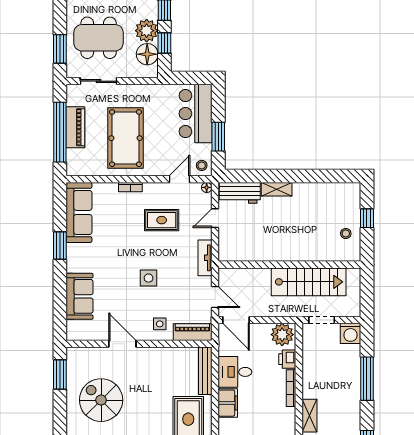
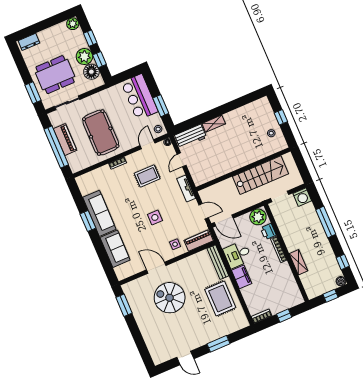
sofa: (79, 212) -> (99, 213), moved
spiral stairs: (101, 400) -> (170, 298), moved

